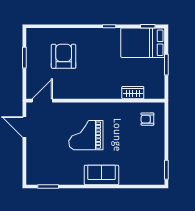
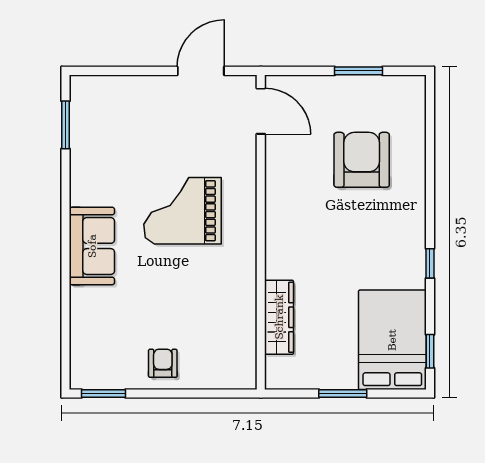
armchair: (64, 56) -> (362, 160), turned -90
wardrobe: (133, 93) -> (279, 317), width x1.50
armchair: (147, 119) -> (163, 363), moved
grand piano: (86, 135) -> (183, 211), turned -90

